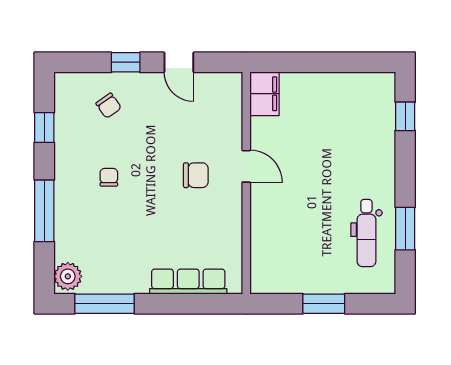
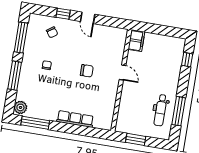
filing cabinet: (264, 94) -> (136, 41), moved
window: (44, 128) -> (21, 38), width x2.17
door: (246, 166) -> (123, 73), moved
wall: (246, 183) -> (121, 80), moved
window: (405, 229) -> (179, 111), width x1.44

